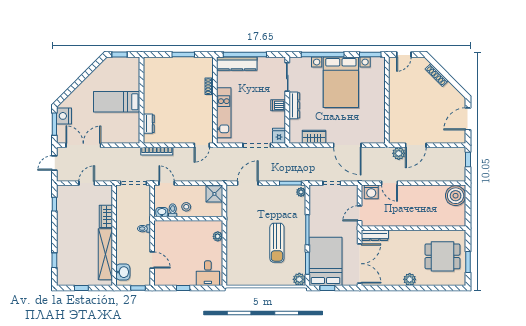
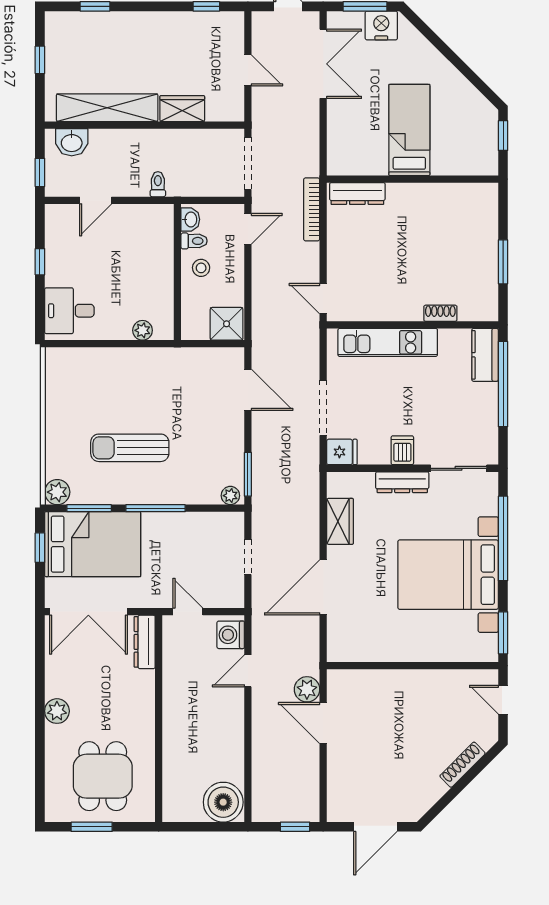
kitchen counter: (237, 64) -> (485, 355), width x0.67
door: (468, 119) -> (375, 827), swing flipped
dresser: (149, 124) -> (357, 194), width x1.44

